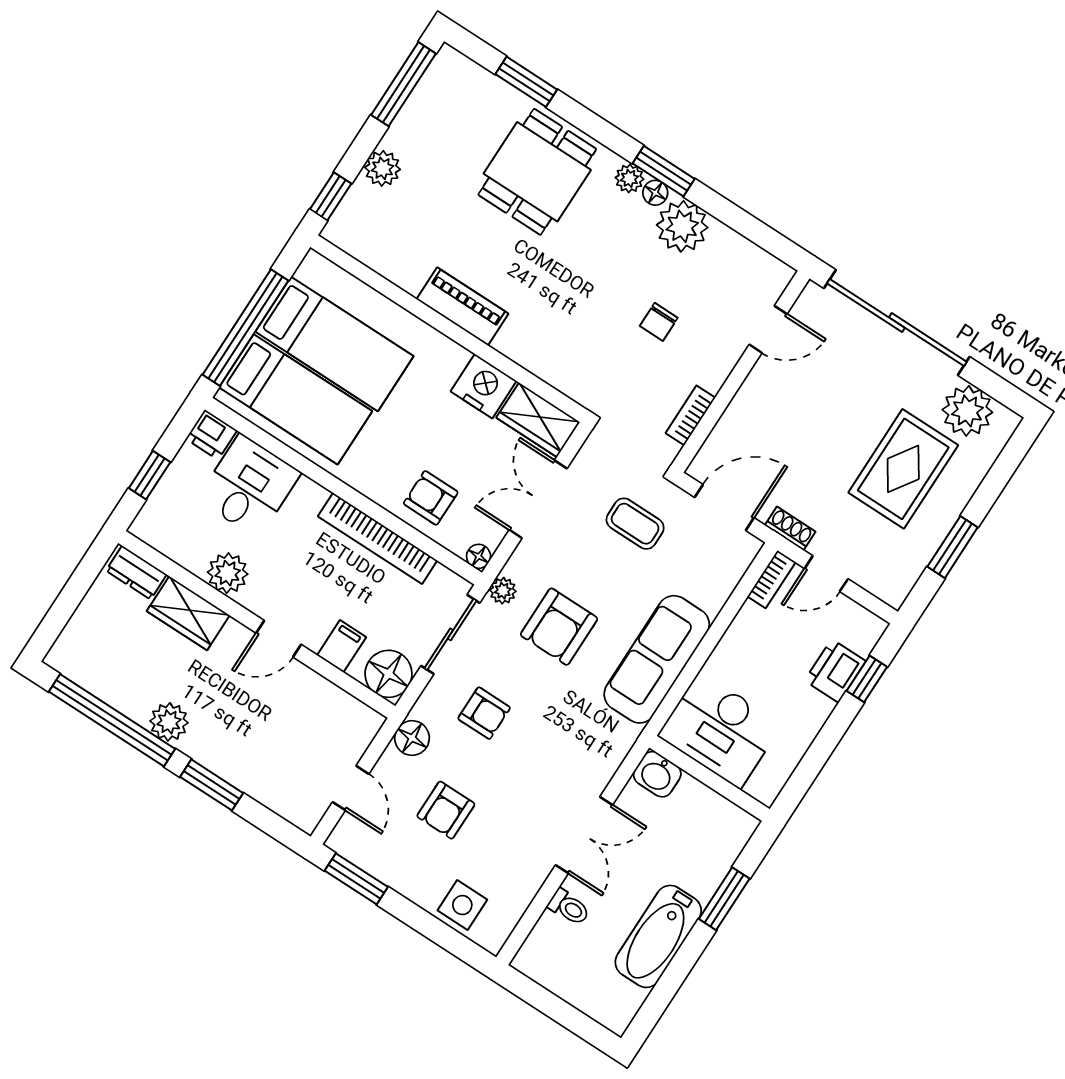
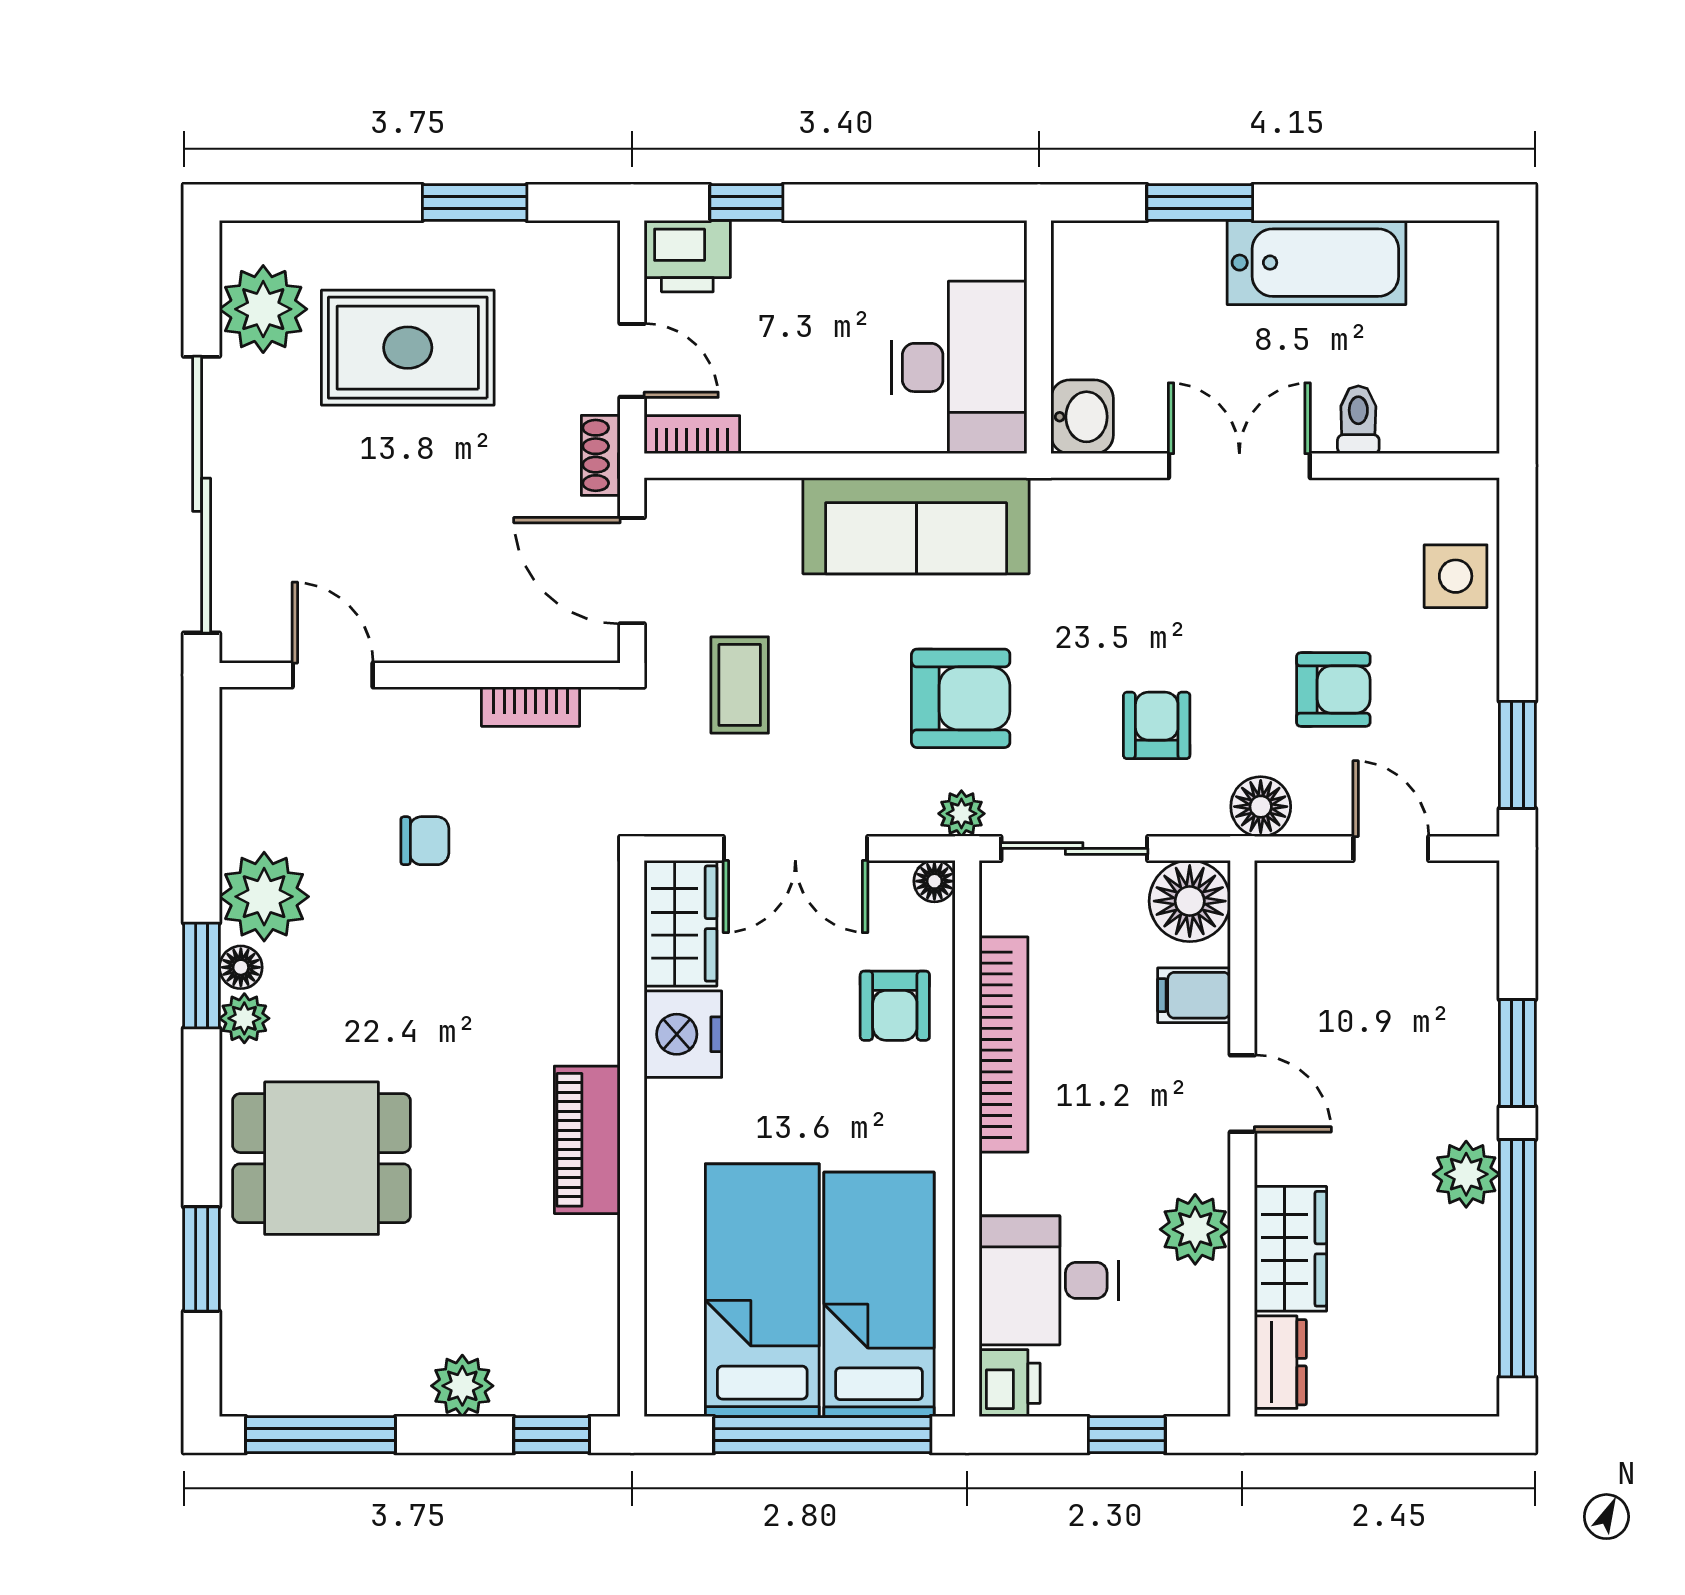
printer: (835, 671) -> (687, 256), moved
door: (351, 788) -> (1391, 848), hinge flipped

